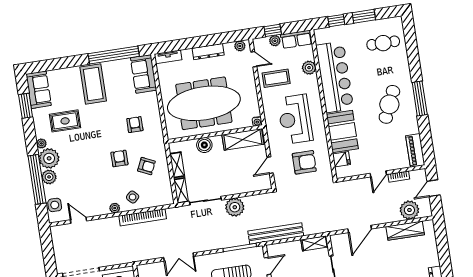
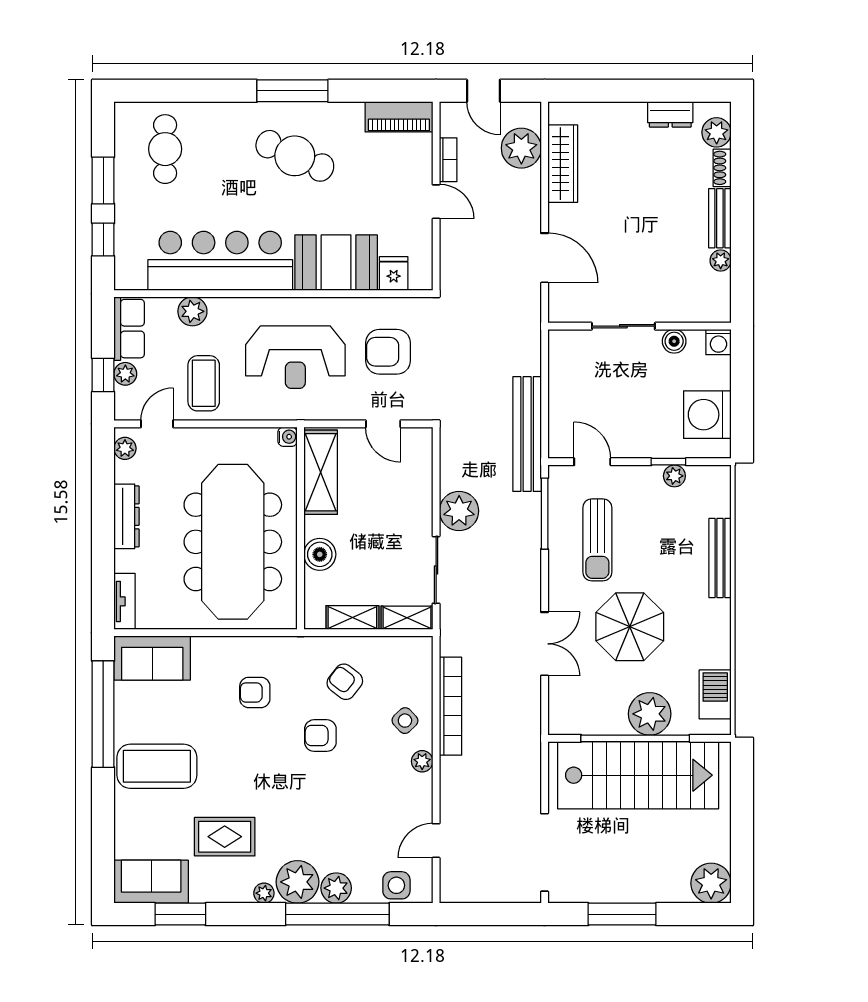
rug: (65, 121) -> (225, 837), turned 90
armchair: (304, 162) -> (388, 352), turned -90
armchair: (146, 166) -> (345, 682), turned -77
shelving: (315, 243) -> (560, 357), removed

